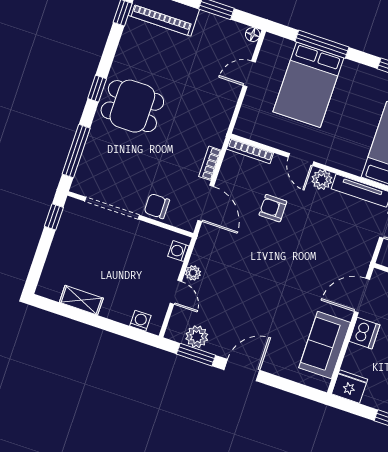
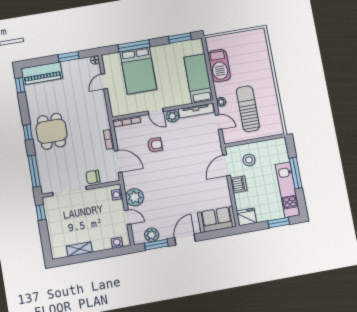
dining table: (132, 106) -> (51, 131), turned 90
armchair: (273, 208) -> (155, 145), turned 180
plant: (193, 273) -> (134, 197), width x1.87, depth x1.87
sofa: (325, 345) -> (217, 219), moved, turned 90

